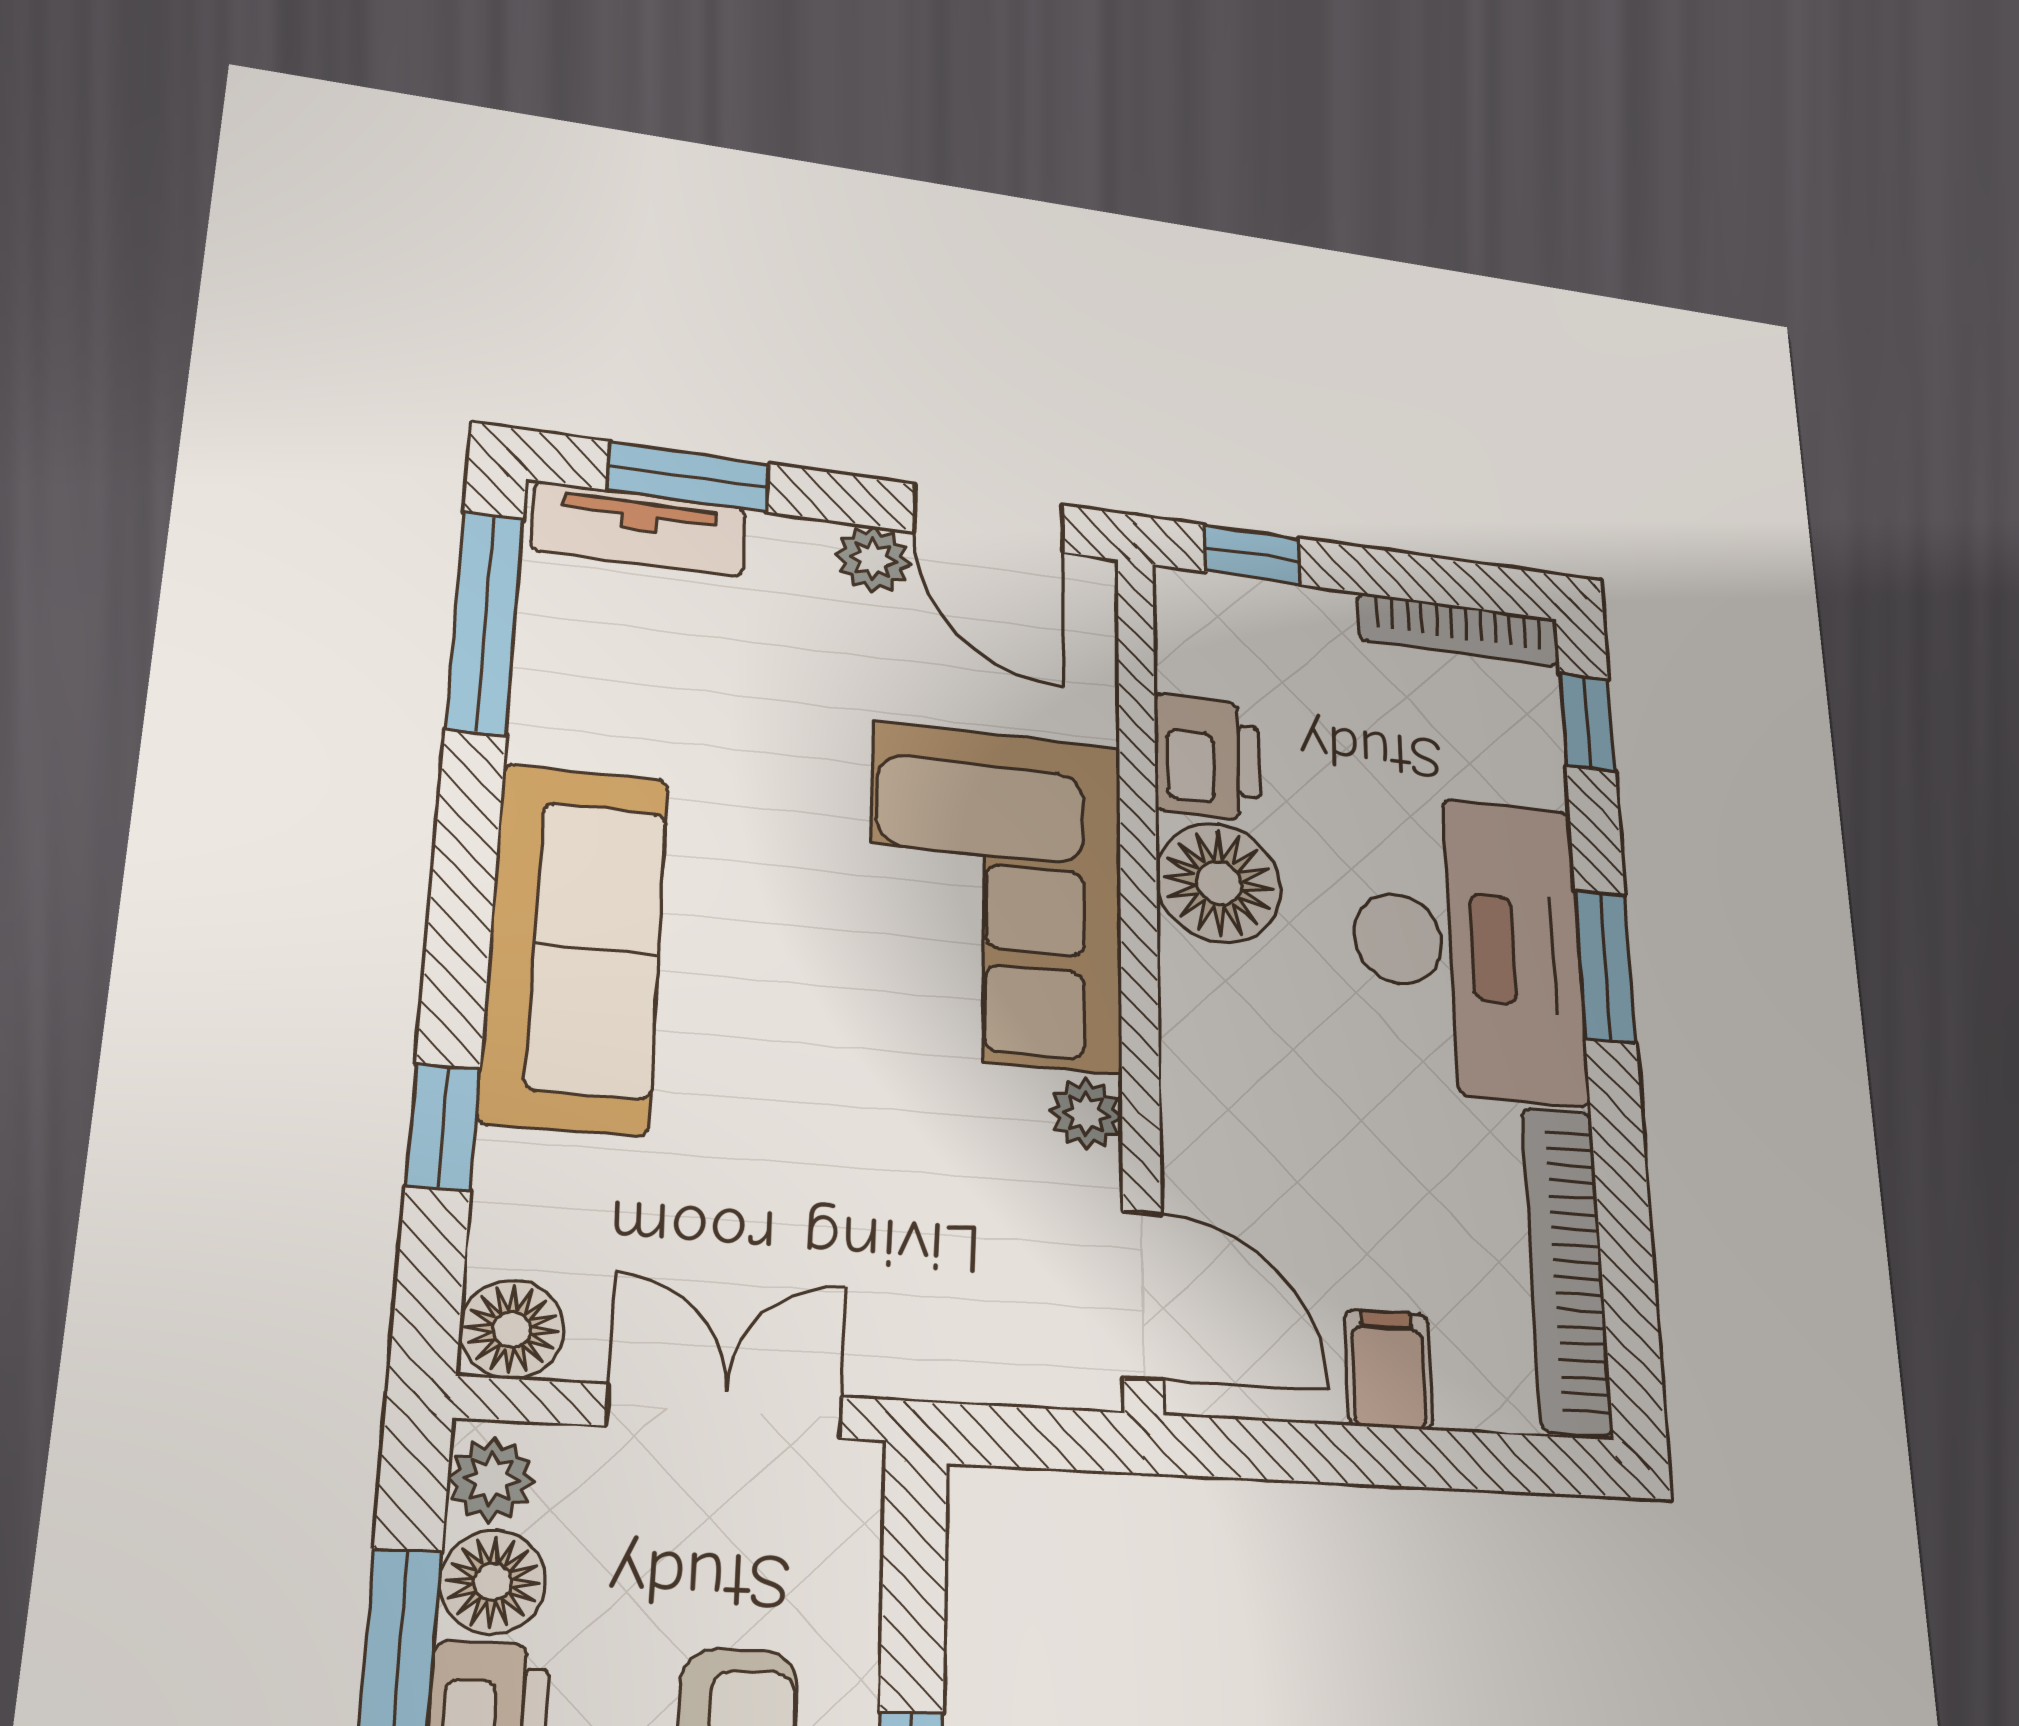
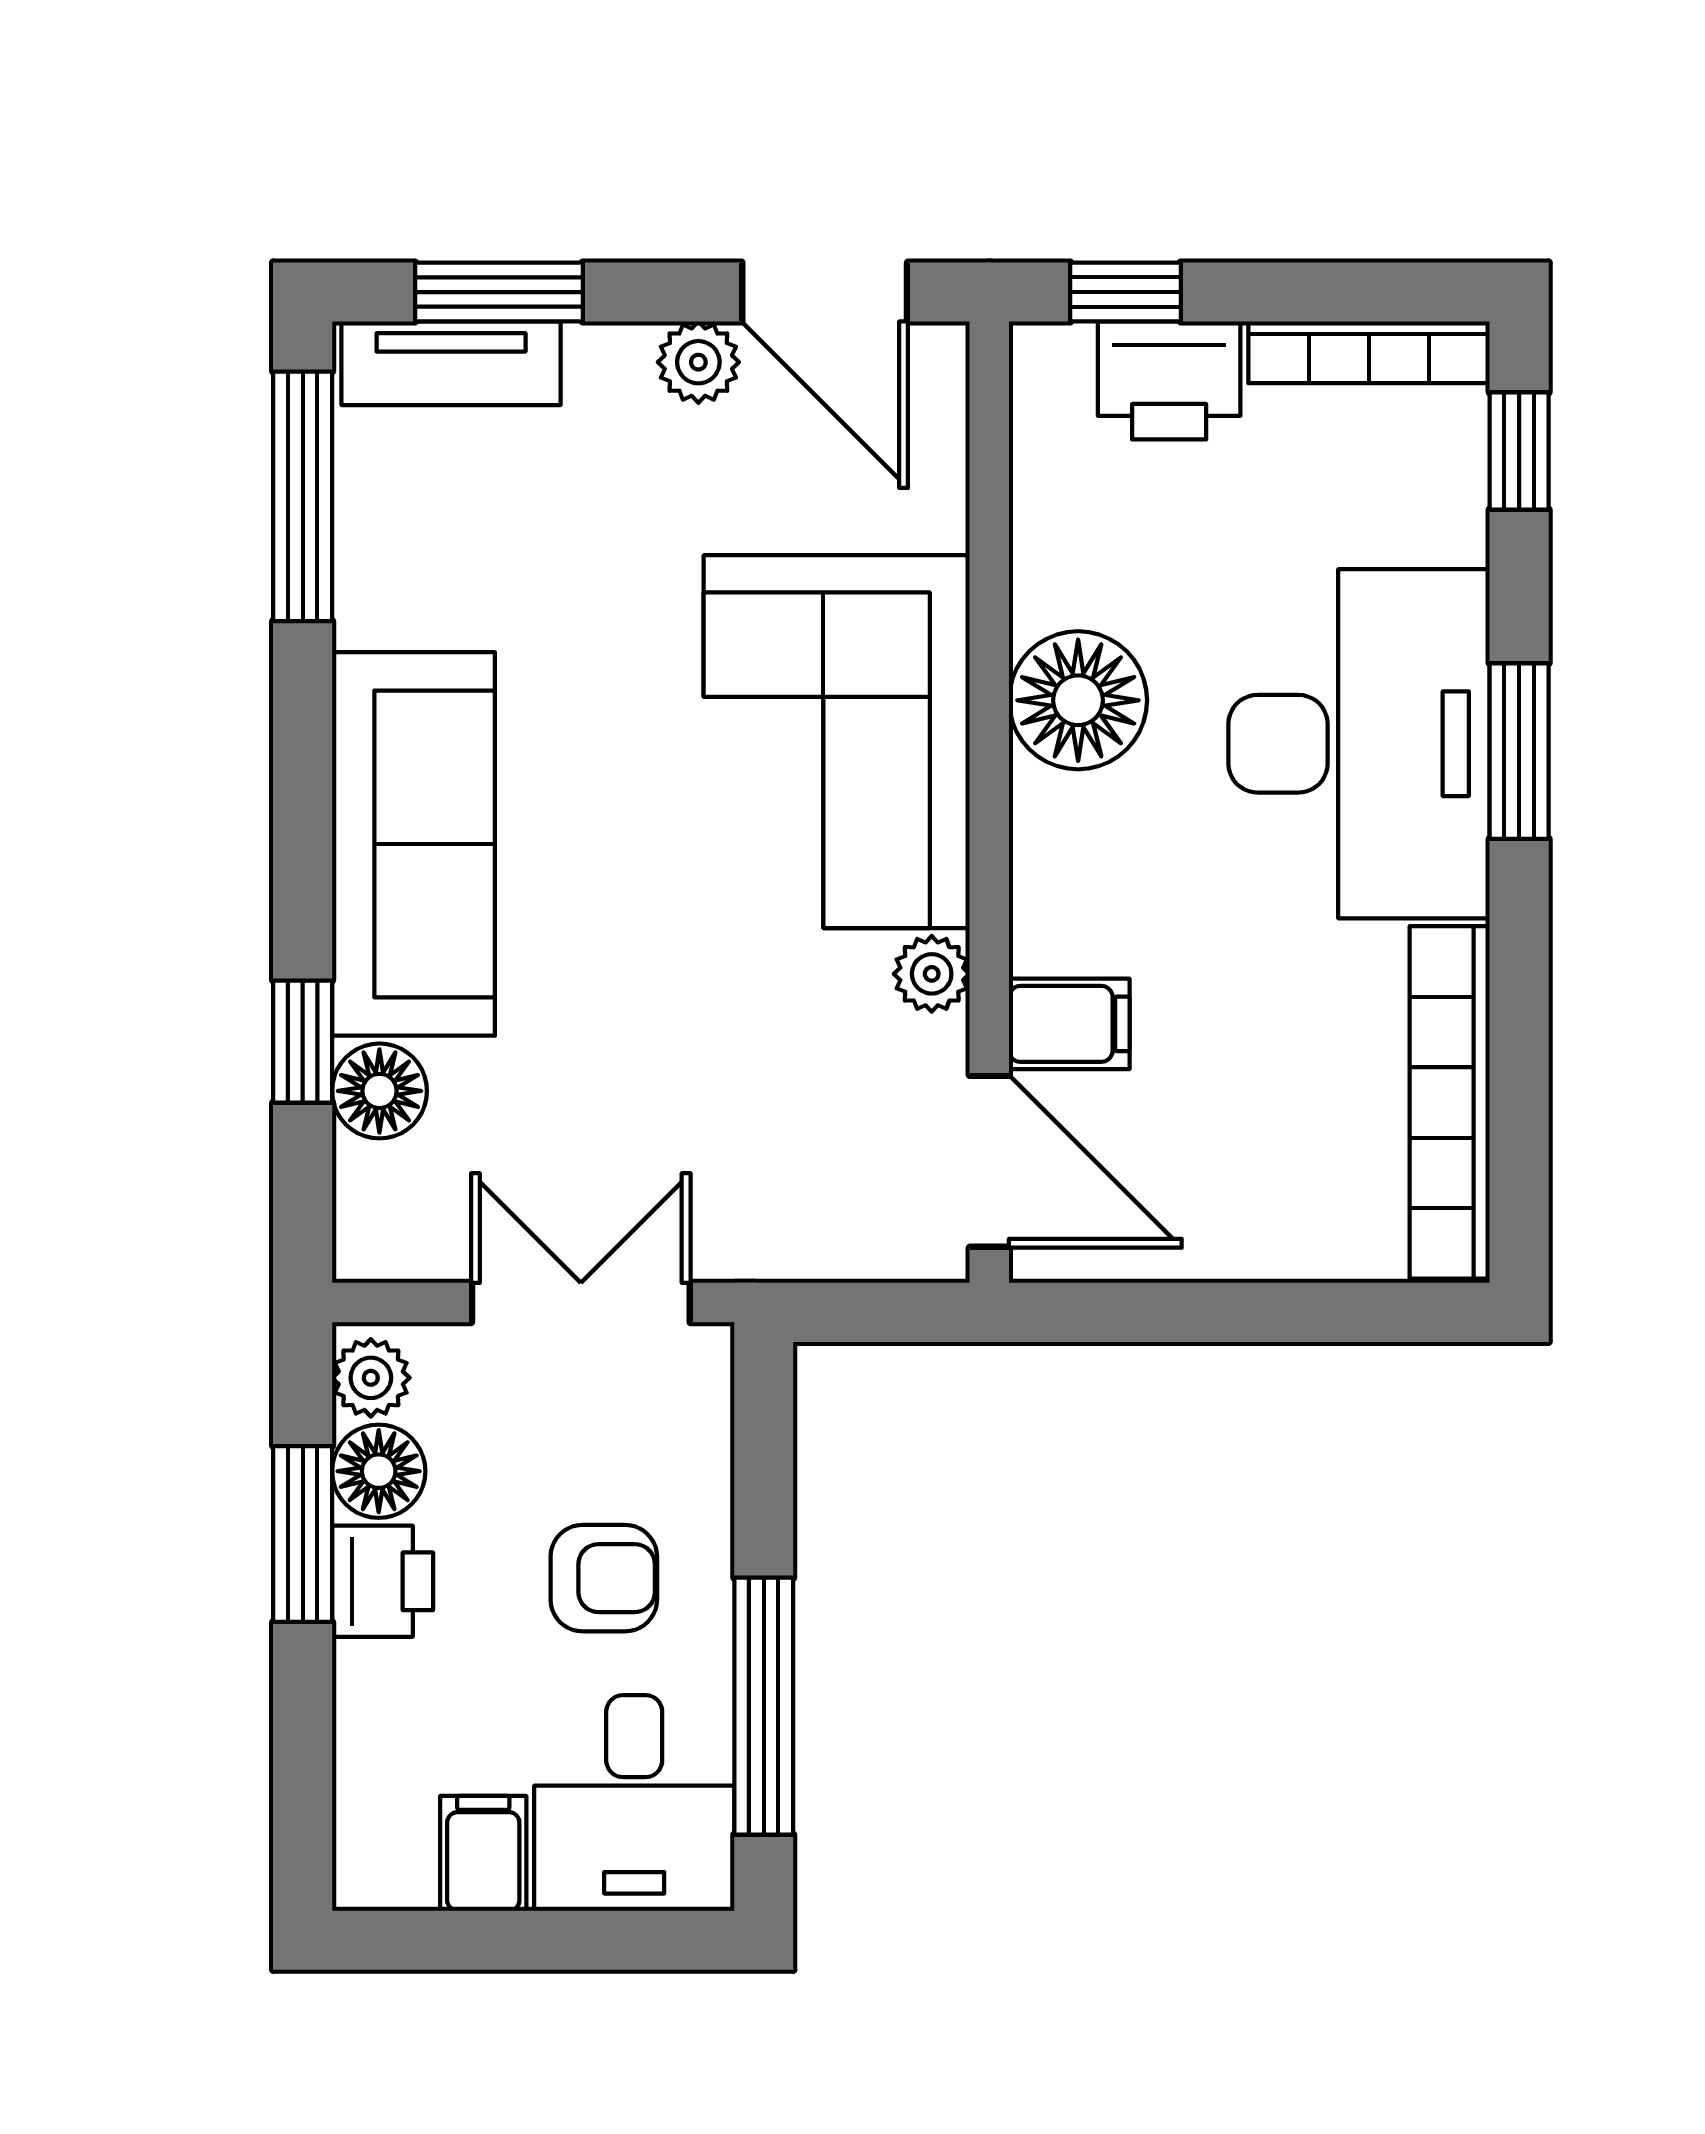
printer: (1207, 757) -> (1169, 380), moved, turned 90
floor lamp: (512, 1329) -> (379, 1091), moved
filing cabinet: (1388, 1370) -> (1069, 1024), moved, turned 90

